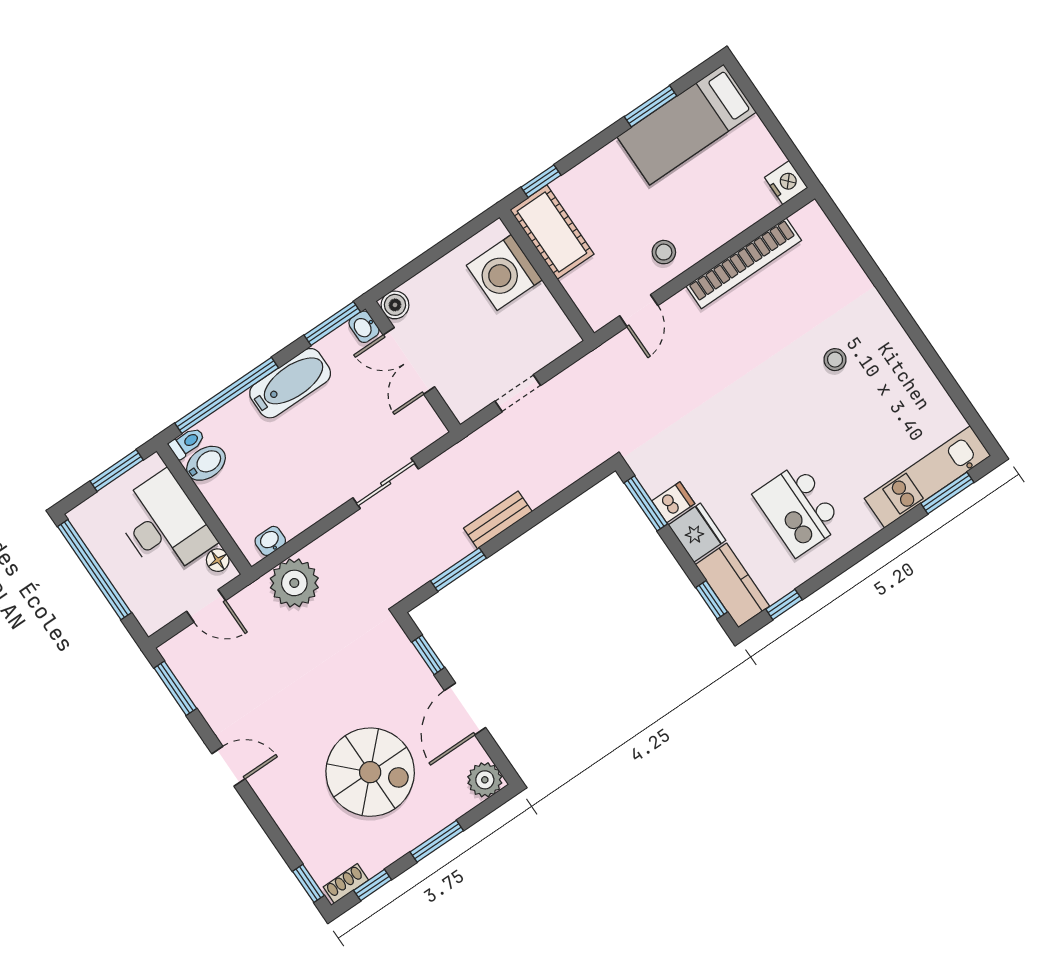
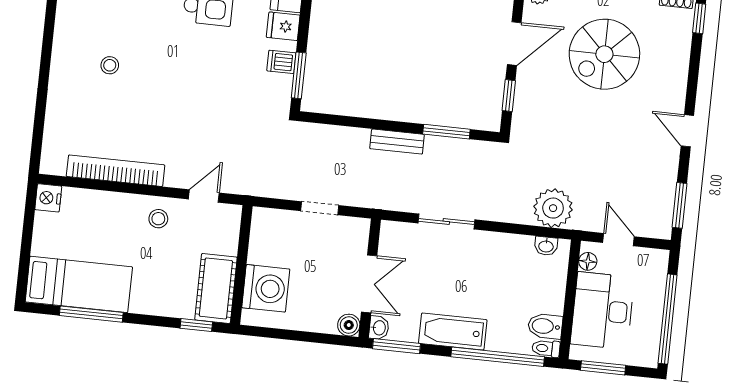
window: (651, 106) -> (91, 314), width x1.44
fridge: (697, 533) -> (283, 26), width x0.72
spiral stairs: (370, 772) -> (604, 54), turned -90

